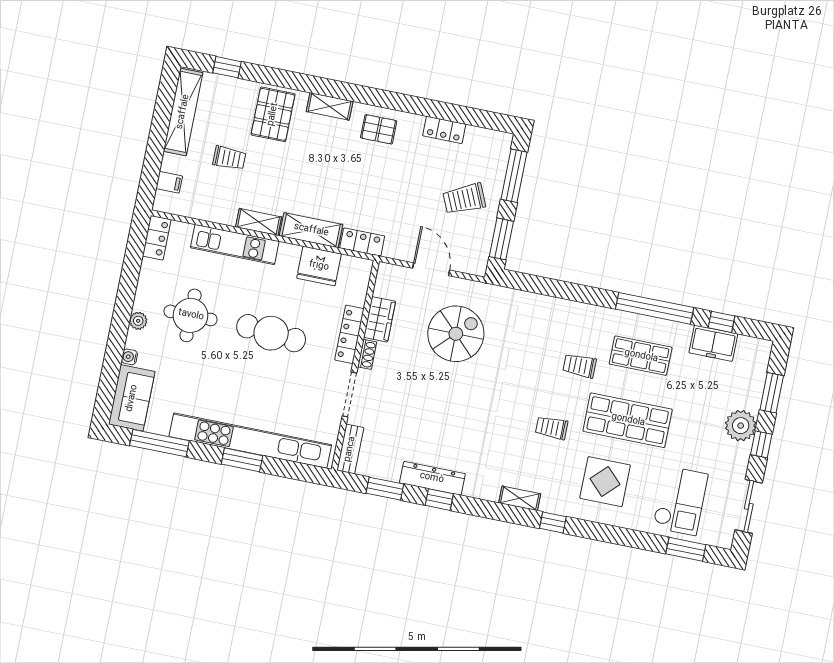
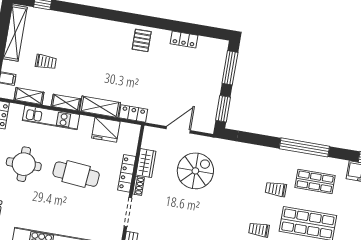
shelving: (330, 106) -> (29, 96), moved
pallet: (273, 114) -> (73, 33), removed
pallet: (379, 129) -> (142, 40), turned 90
trolley: (464, 199) -> (198, 84), removed
door: (431, 269) -> (178, 130), hinge flipped
window: (655, 308) -> (304, 147), moved

